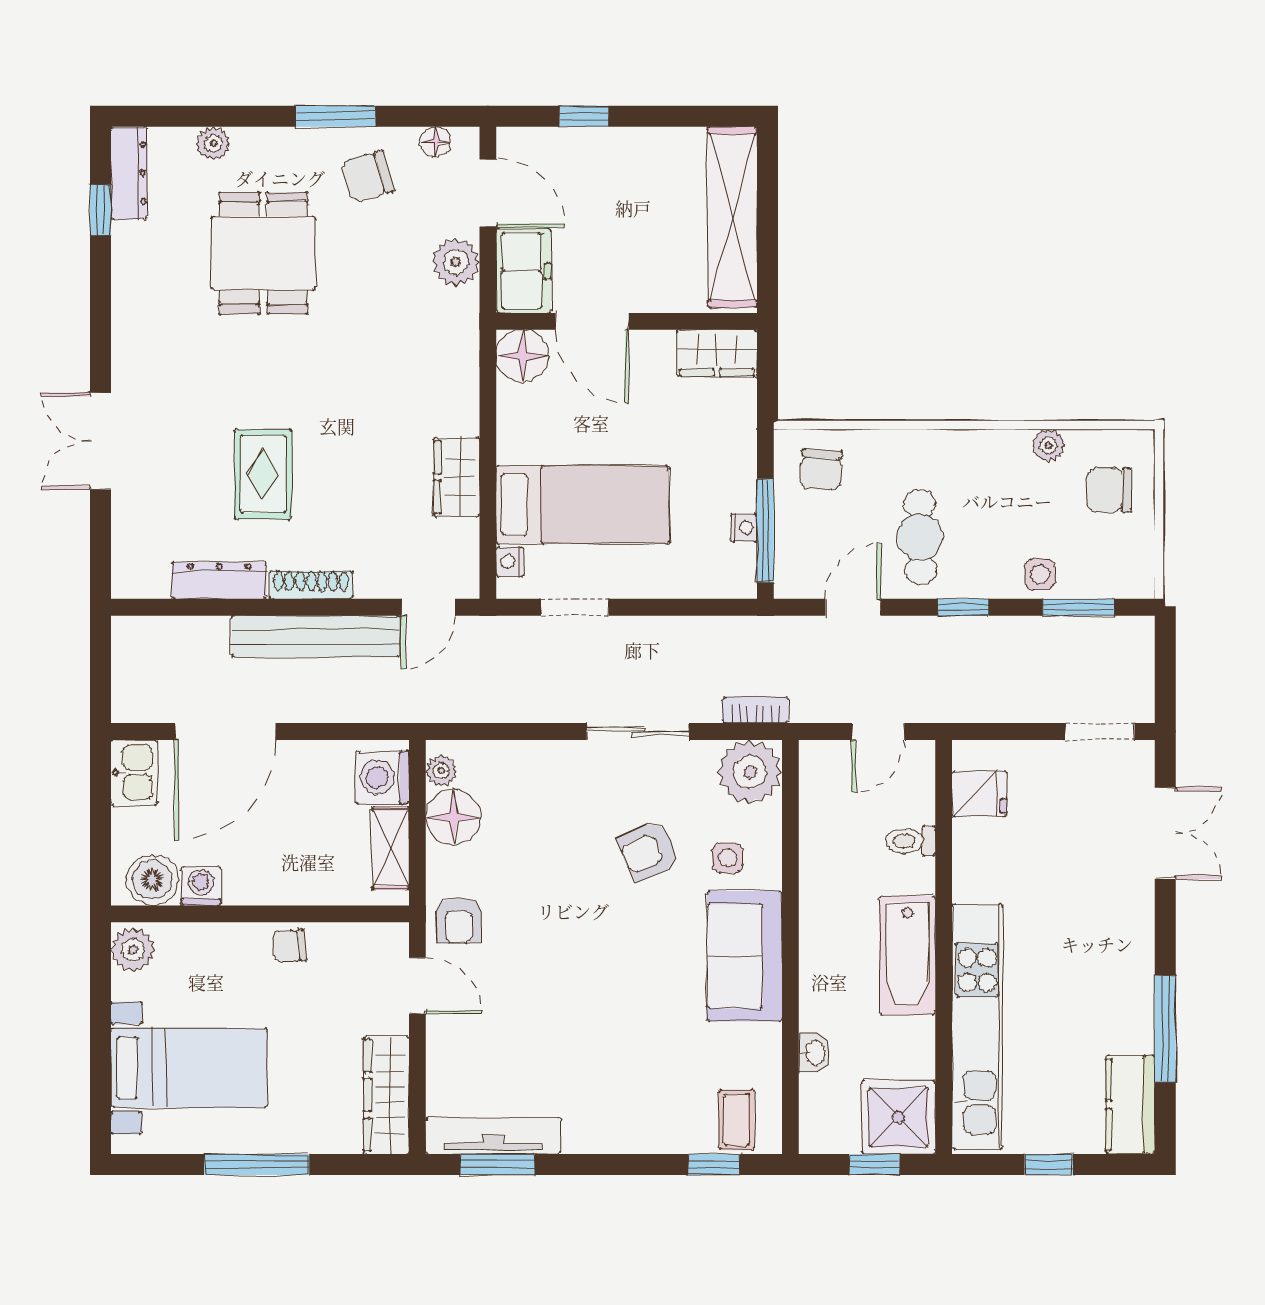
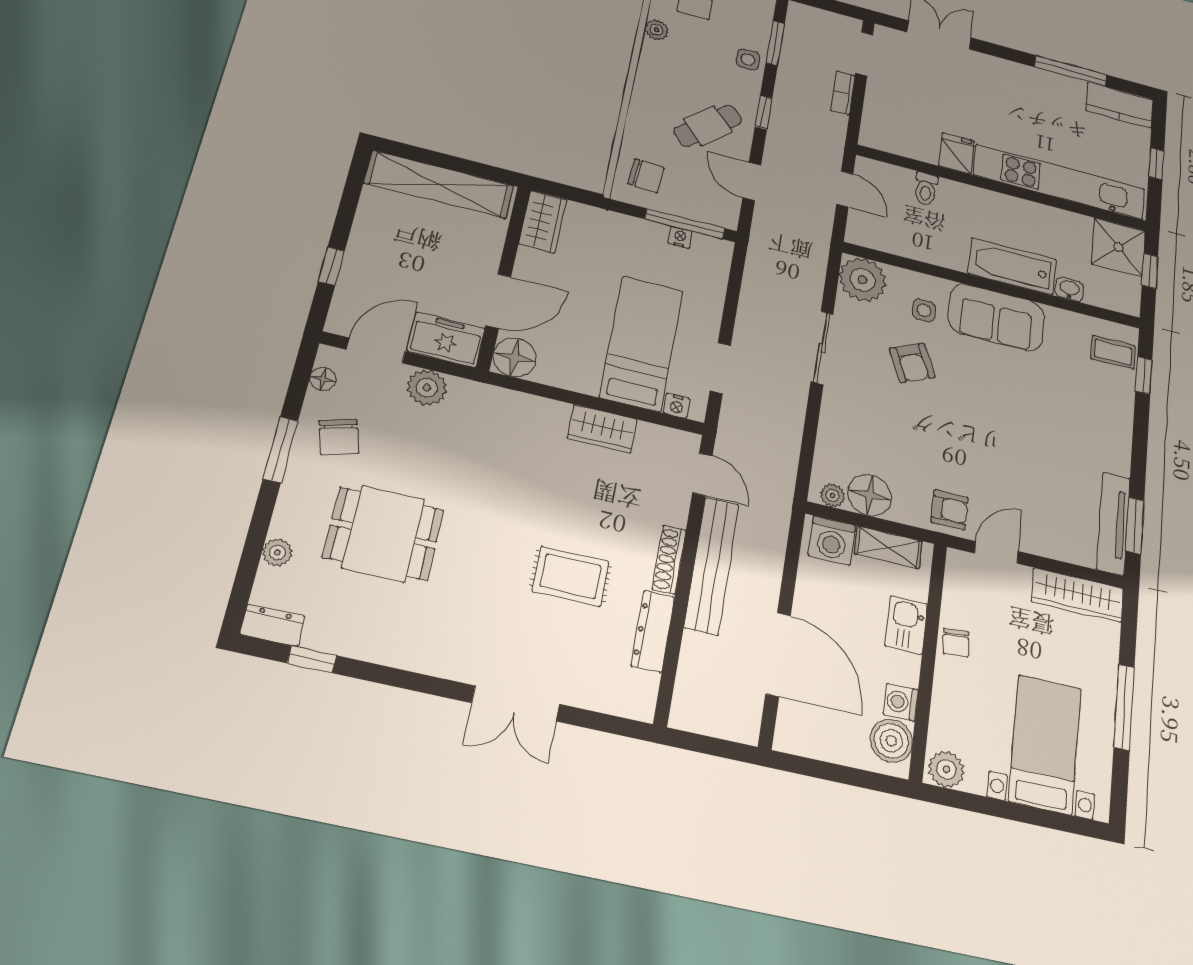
dresser: (129, 173) -> (272, 625), width x0.70
cafe table: (920, 537) -> (708, 126), turned -41
bookcase: (756, 710) -> (843, 93), moved
kitchen sink: (134, 772) -> (906, 625), moved, turned -90
fridge: (979, 794) -> (957, 153), moved
bathtub: (907, 955) -> (1012, 266), moved, turned 180

